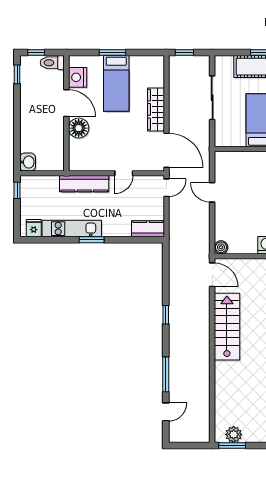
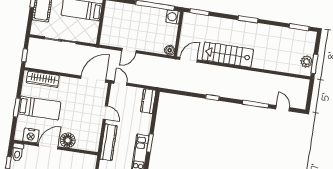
wardrobe: (156, 109) -> (43, 79), moved

